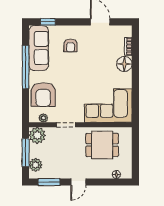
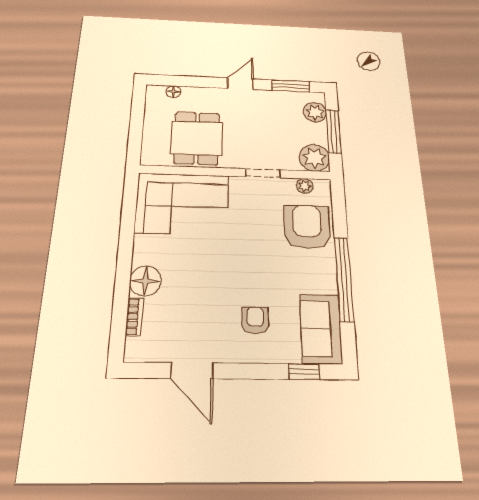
sofa: (39, 48) -> (321, 329), width x0.73
dining table: (102, 145) -> (197, 138), turned 90

